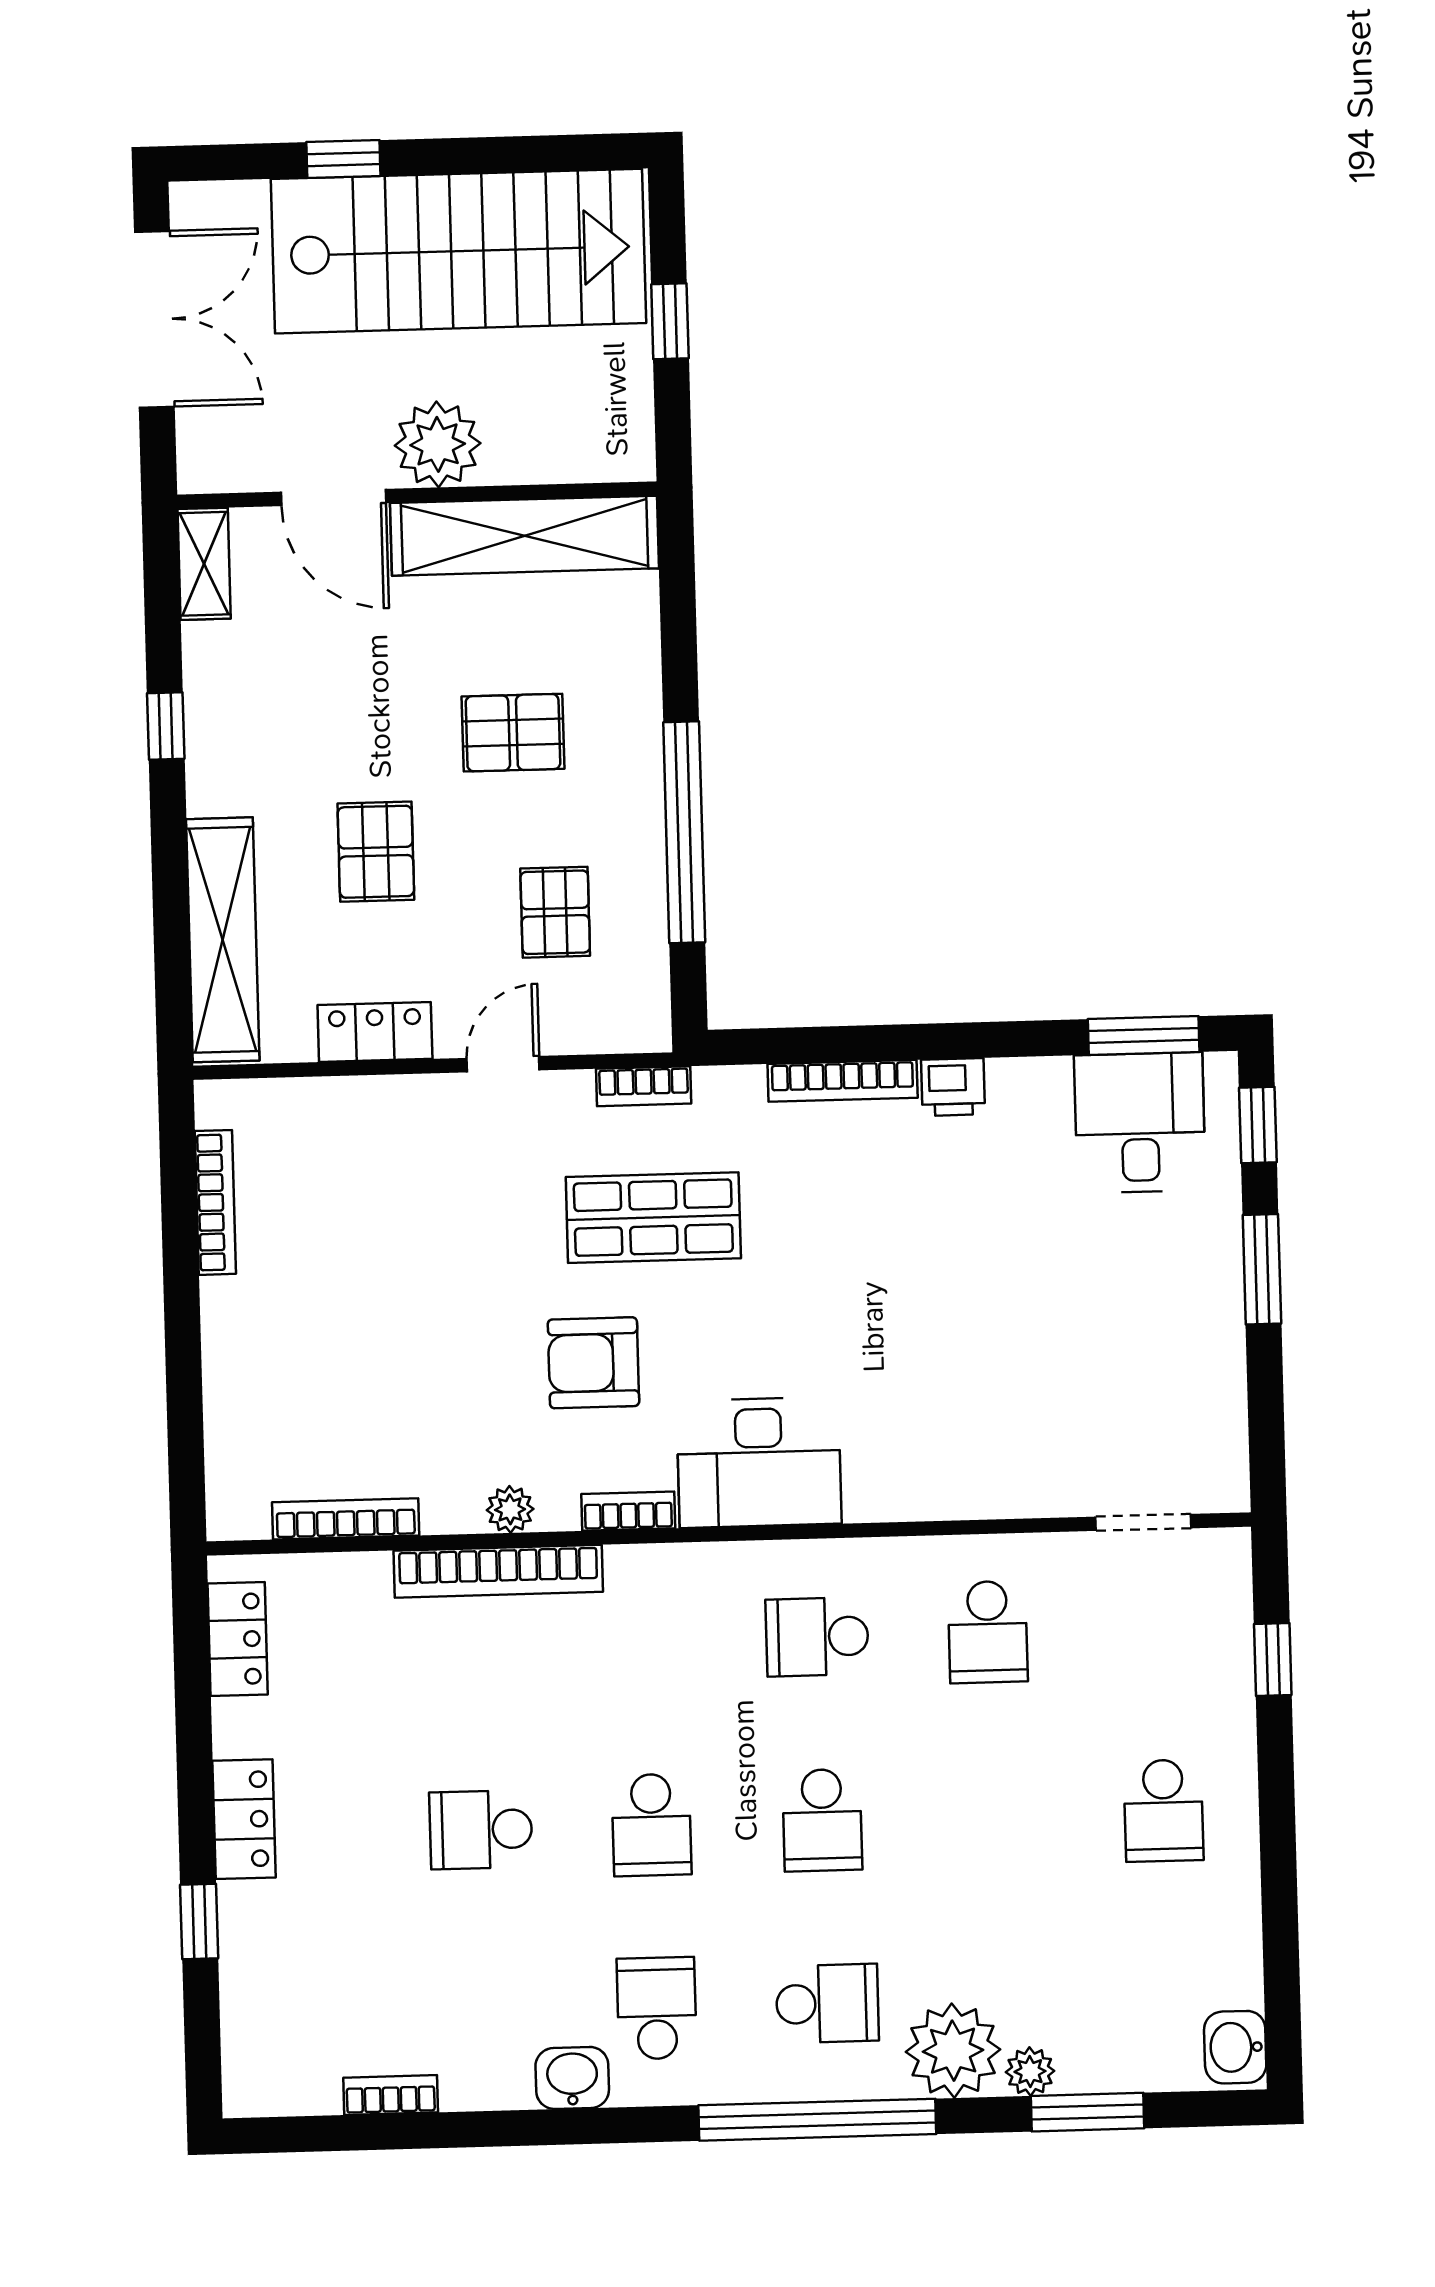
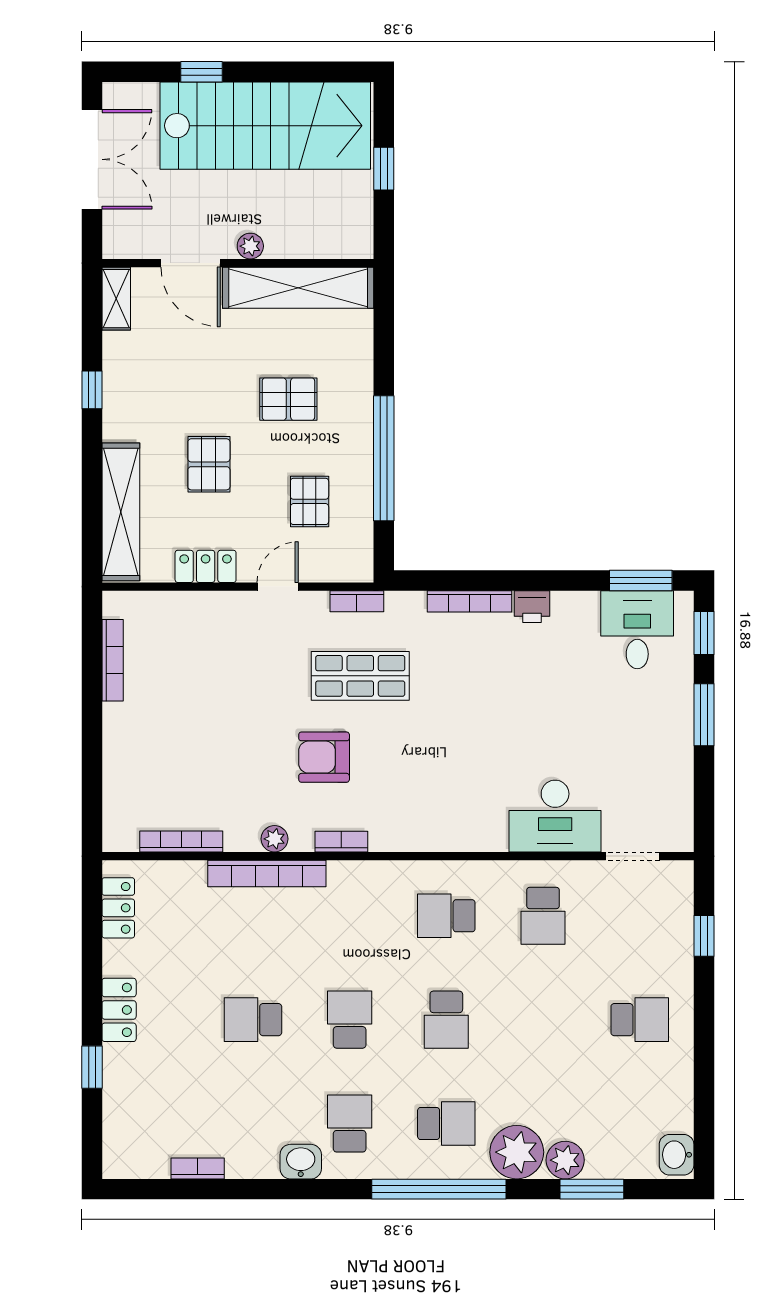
plant: (438, 444) -> (250, 246), width x0.53, depth x0.53
desk: (759, 1462) -> (555, 816), moved
school desk: (1164, 1811) -> (640, 1020), turned -90
school desk: (652, 1825) -> (350, 1020), turned 180
plant: (1030, 2072) -> (565, 1160), width x1.38, depth x1.38

